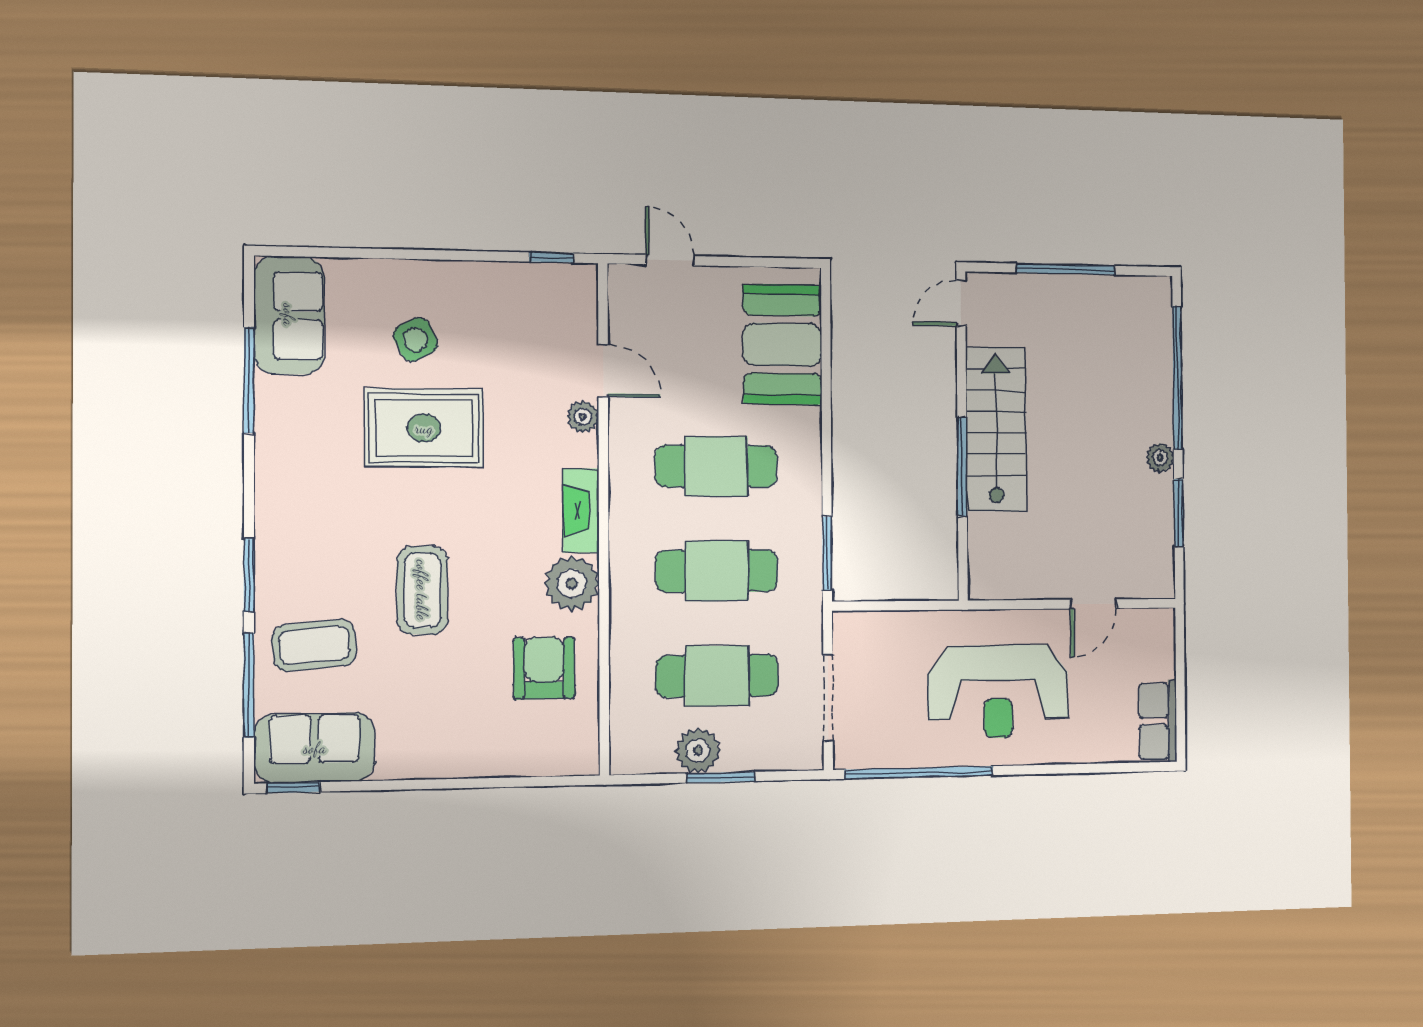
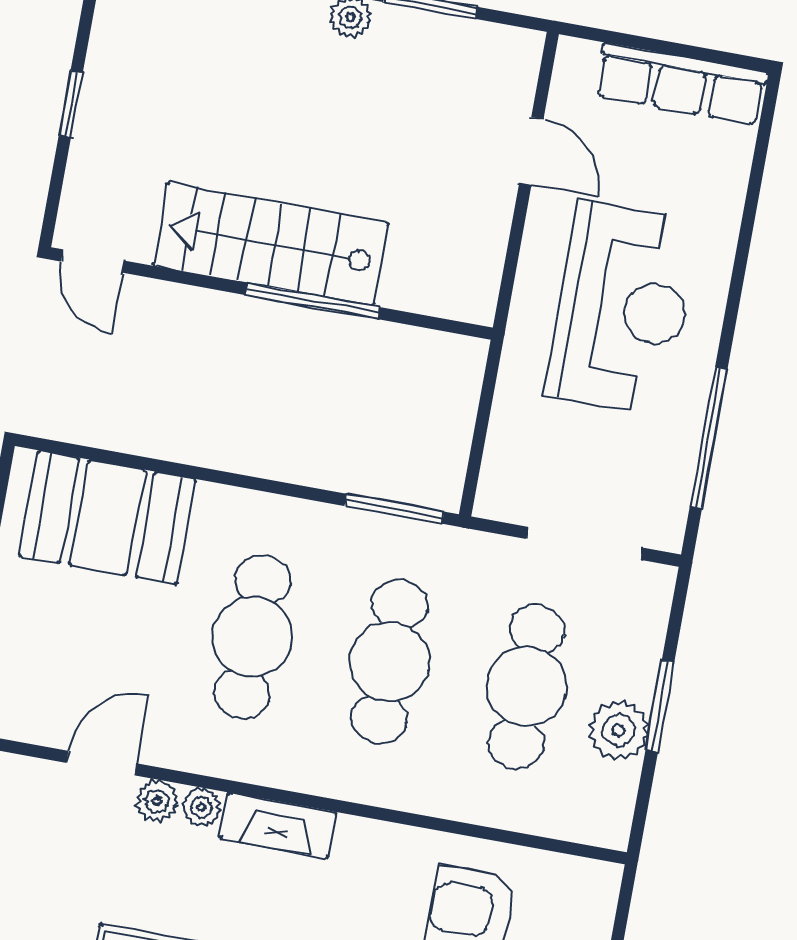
window: (1066, 269) -> (71, 104), width x0.46
plant: (572, 583) -> (201, 807), moved, width x0.53, depth x0.53
row of seats: (1158, 721) -> (681, 84), width x1.48
window: (919, 772) -> (709, 438), width x0.68

